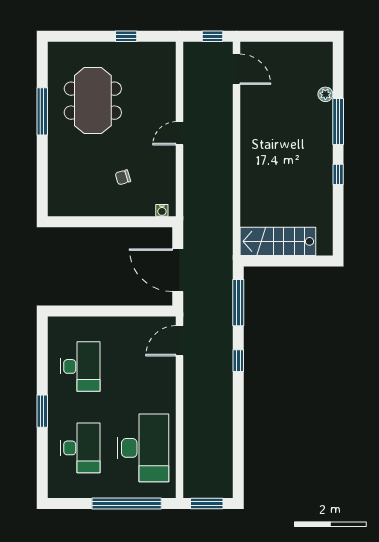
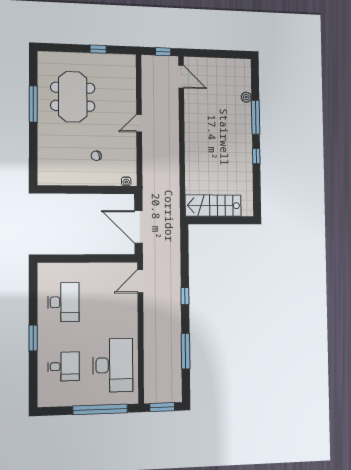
window: (238, 303) -> (186, 351), moved
desk: (80, 448) -> (64, 366), width x0.73

